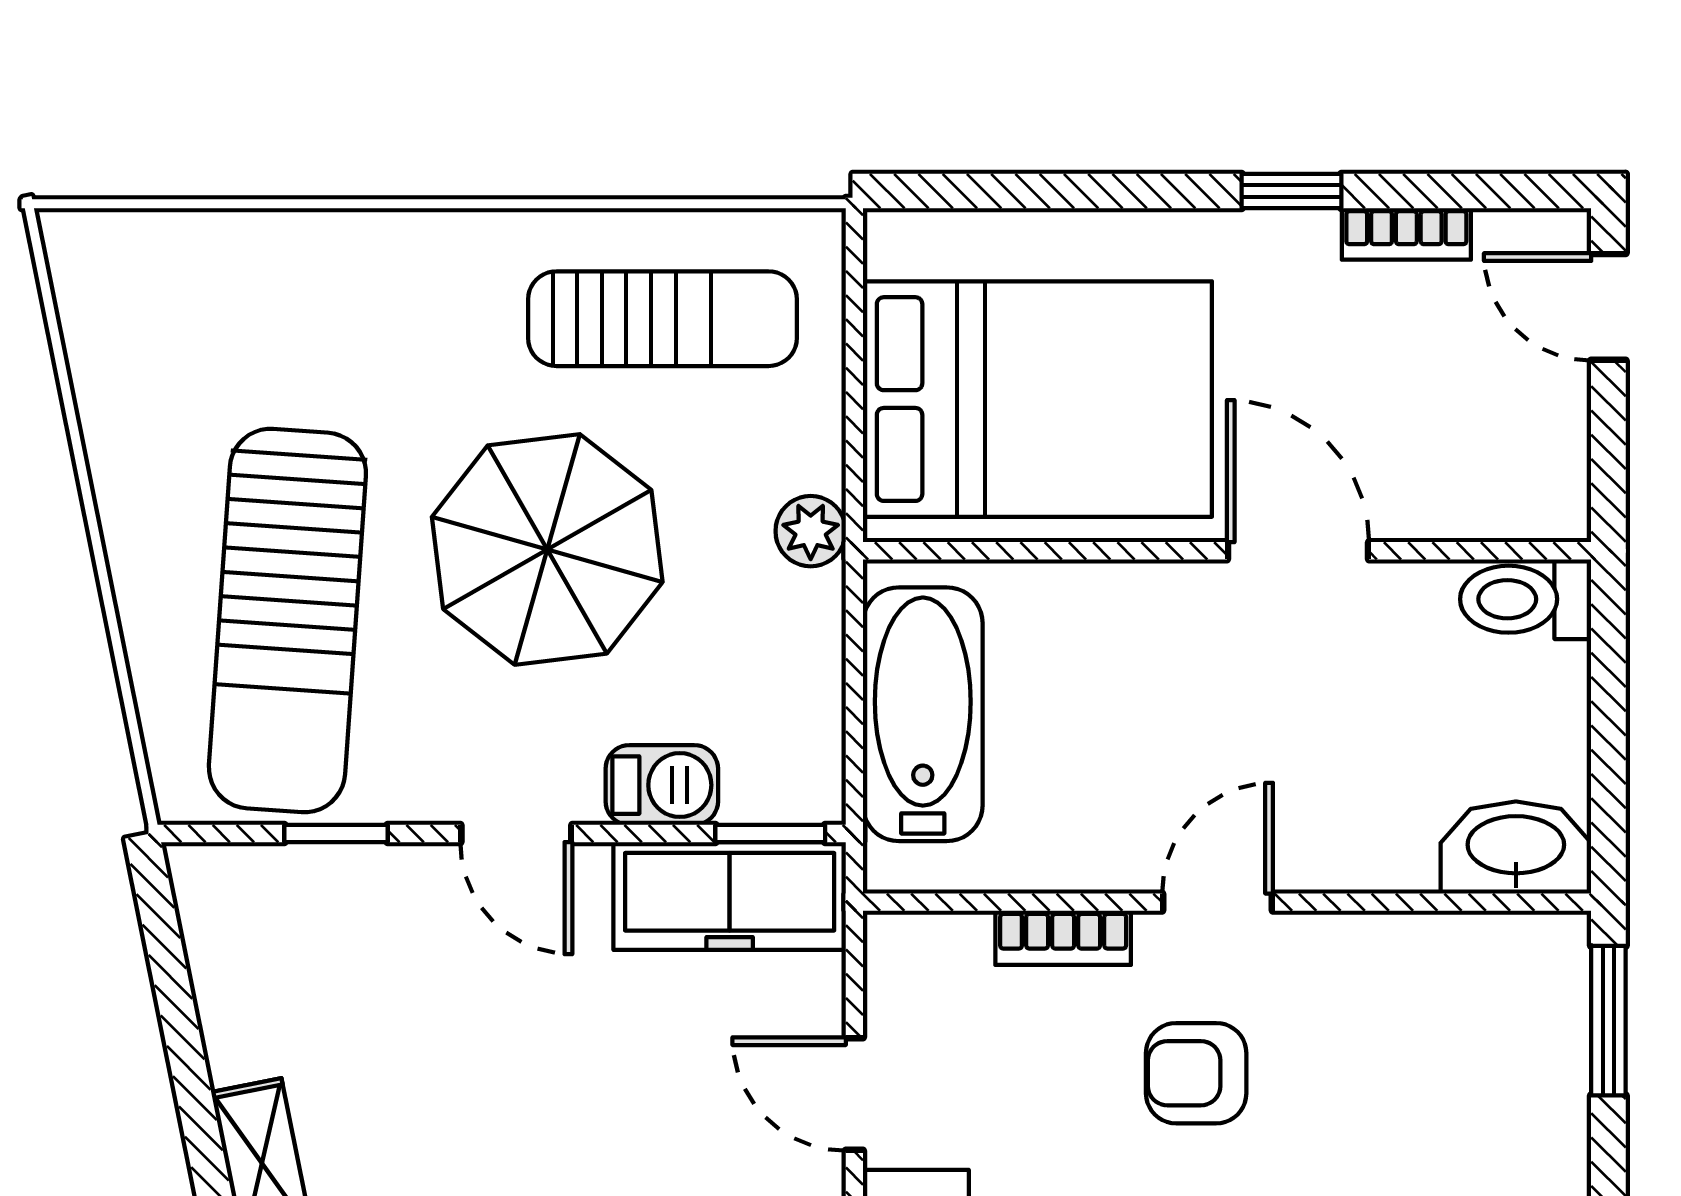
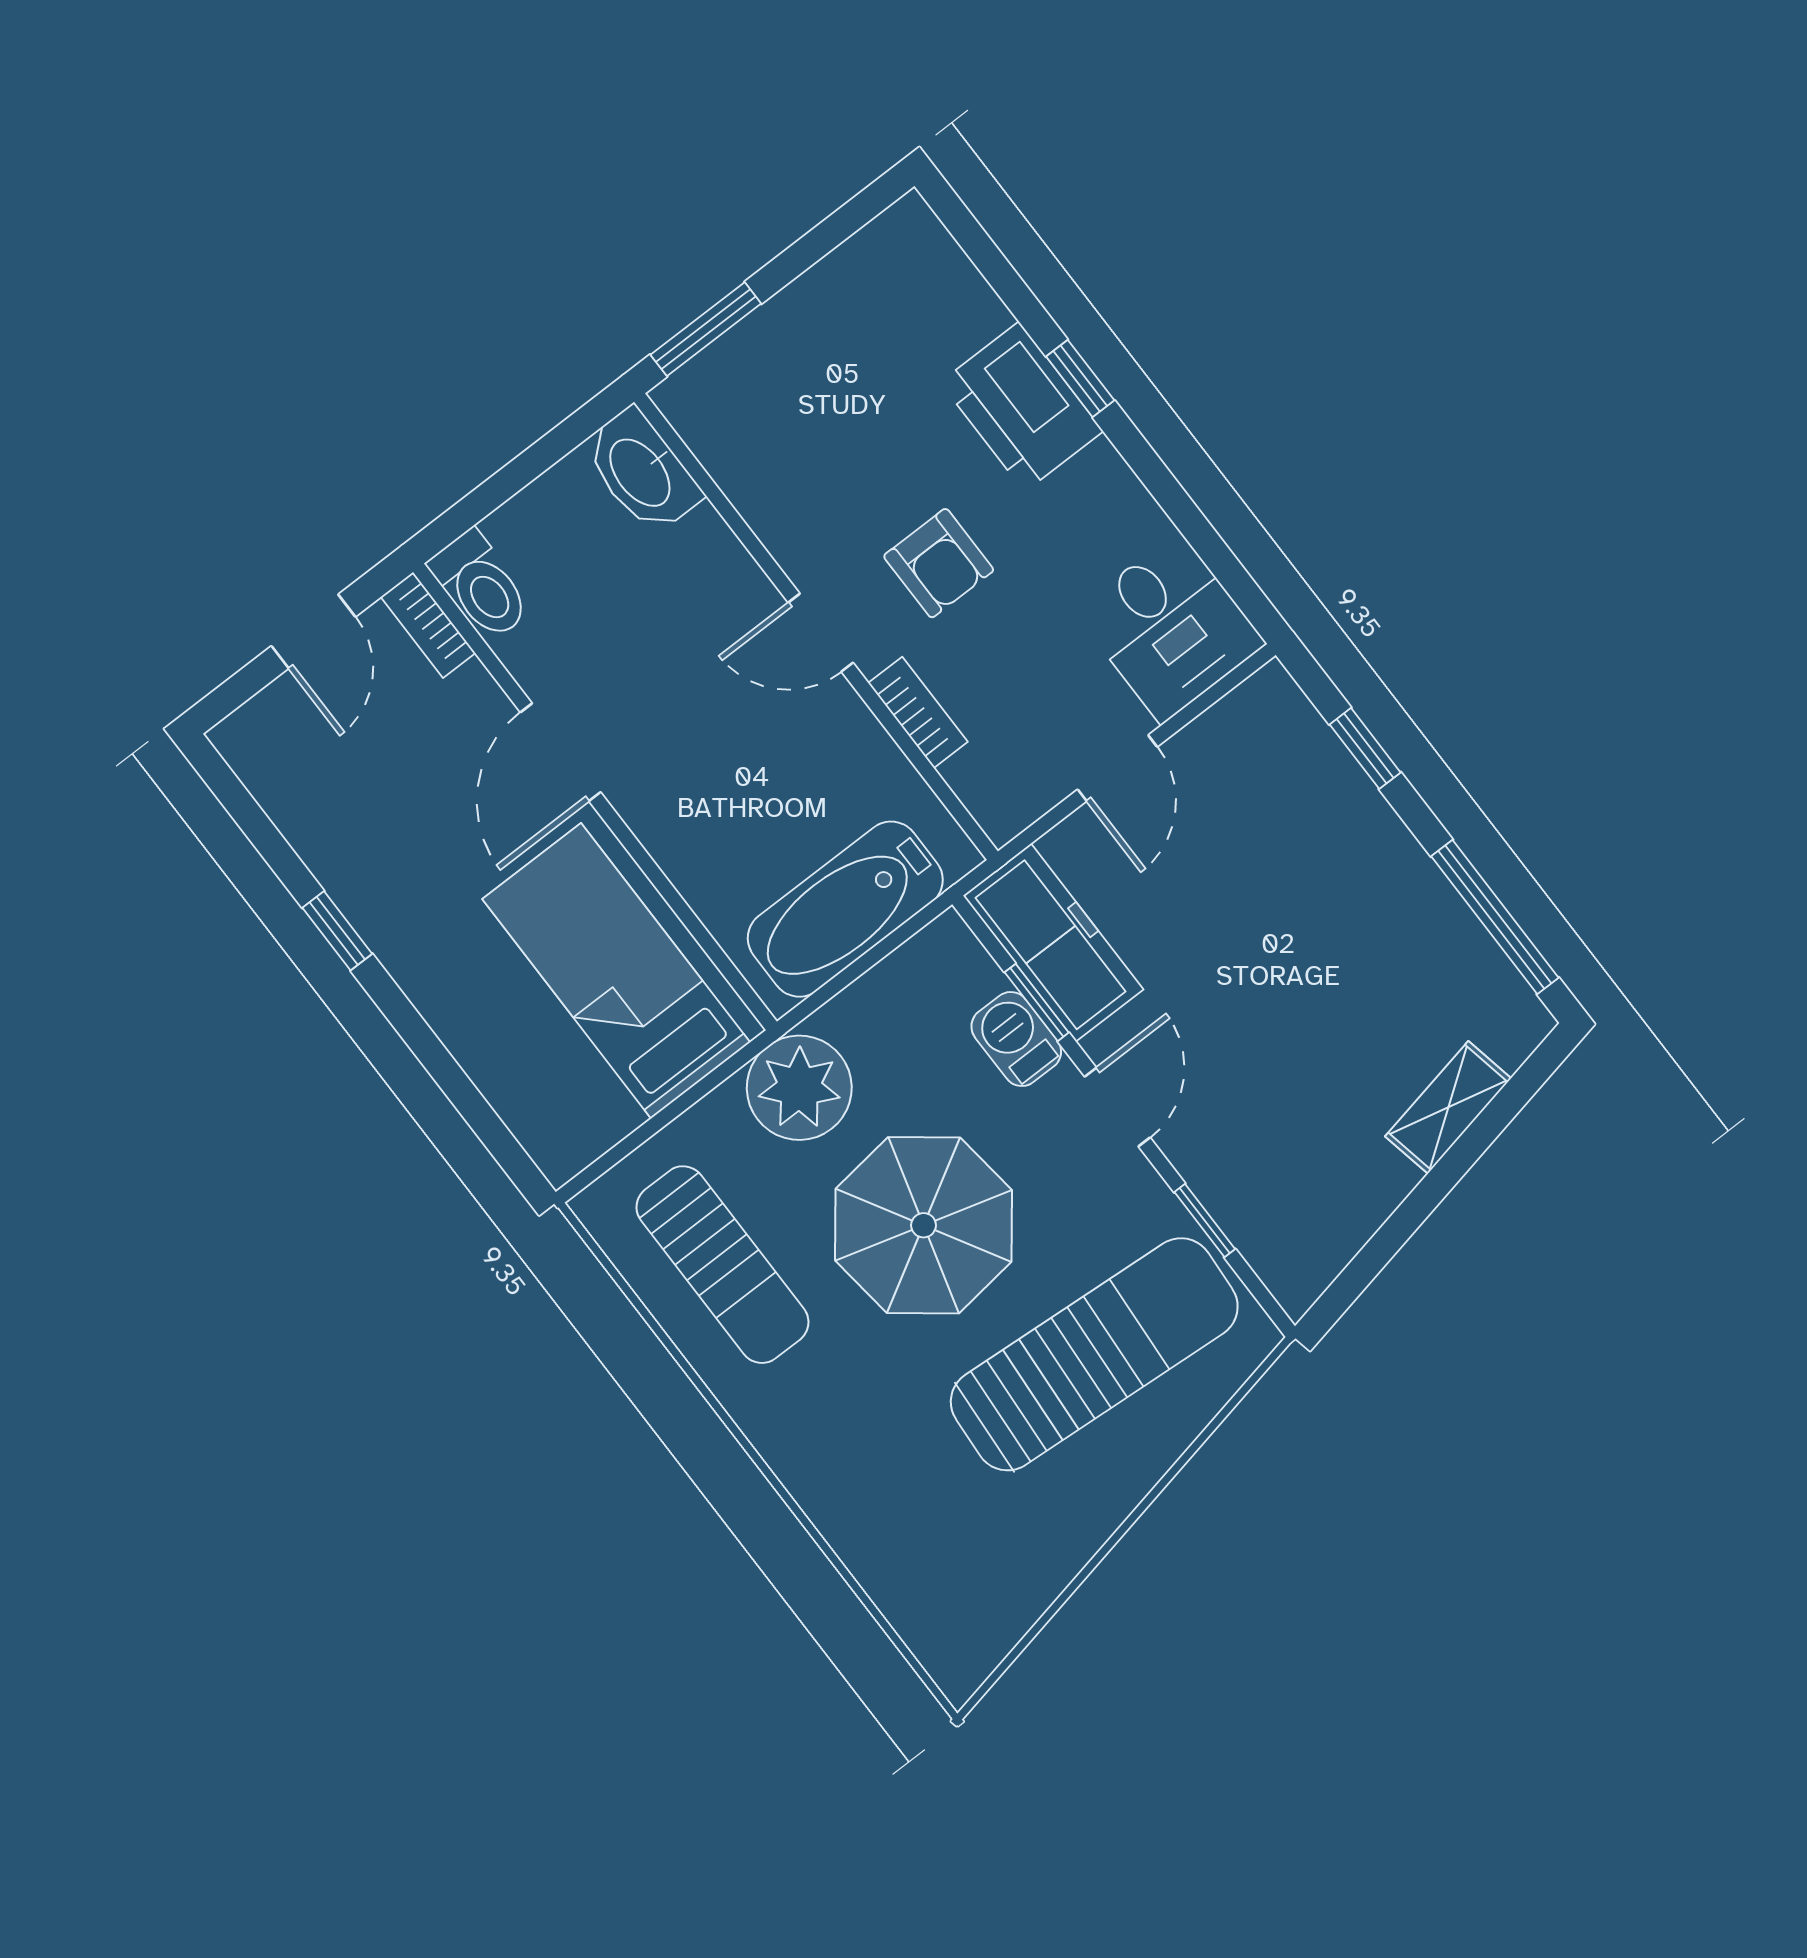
bookcase: (1406, 234) -> (428, 625), moved, turned 180
door: (1608, 307) -> (313, 631), moved
sun lounger: (662, 319) -> (722, 1265), turned 180
bed: (1037, 399) -> (616, 971), width x0.67
plant: (811, 531) -> (799, 1088), width x1.87, depth x1.87
window: (770, 834) -> (1037, 1002), moved

